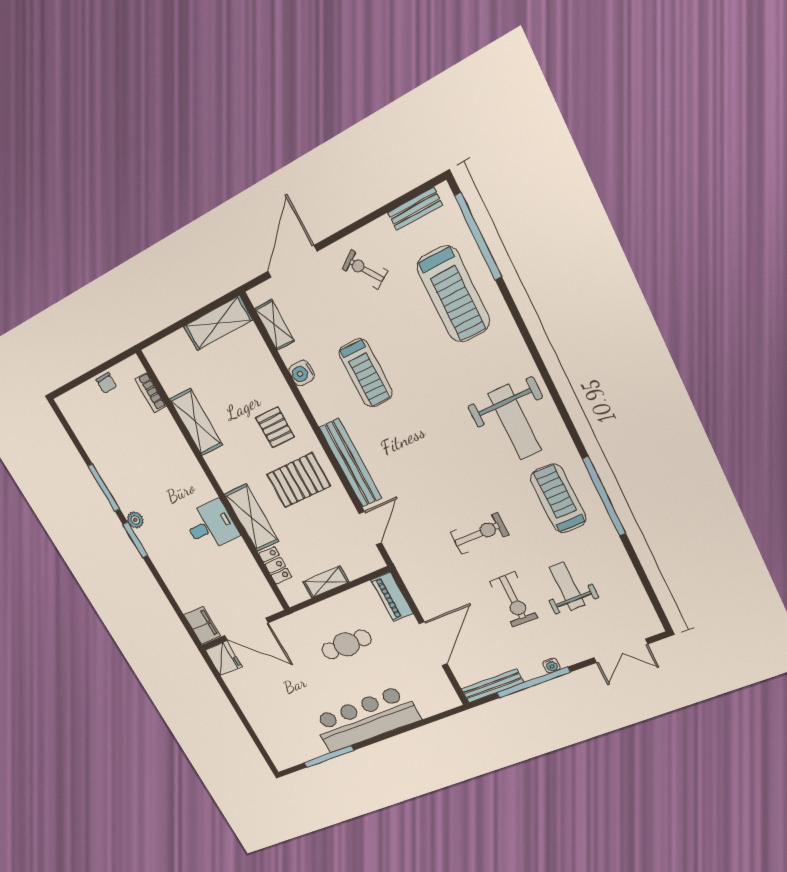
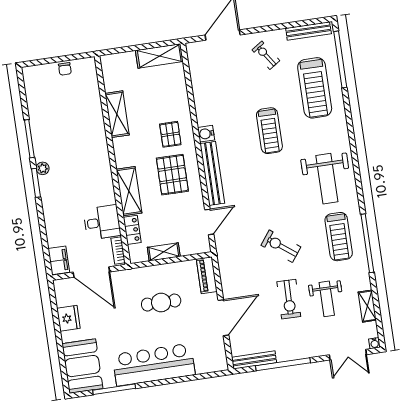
bench: (415, 209) -> (308, 31), width x1.36
shelving: (275, 325) -> (367, 306), moved
water cooler: (302, 373) -> (206, 134), moved
treadmill: (366, 373) -> (269, 131), moved
bookcase: (151, 392) -> (118, 251), moved
pallet: (298, 480) -> (172, 175), turned 90
treadmill: (558, 499) -> (339, 237), turned 180
desk: (211, 526) -> (102, 222), moved
exercise bike: (479, 534) -> (281, 246), turned -143
weight bench: (567, 586) -> (327, 299), turned 180
fridge: (224, 658) -> (68, 318), moved
water cooler: (551, 665) -> (375, 343), moved
booth: (281, 739) -> (82, 366), added

